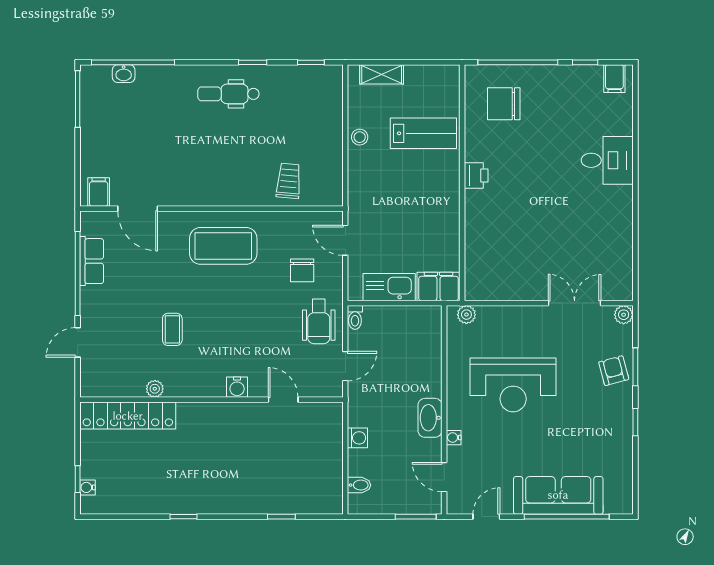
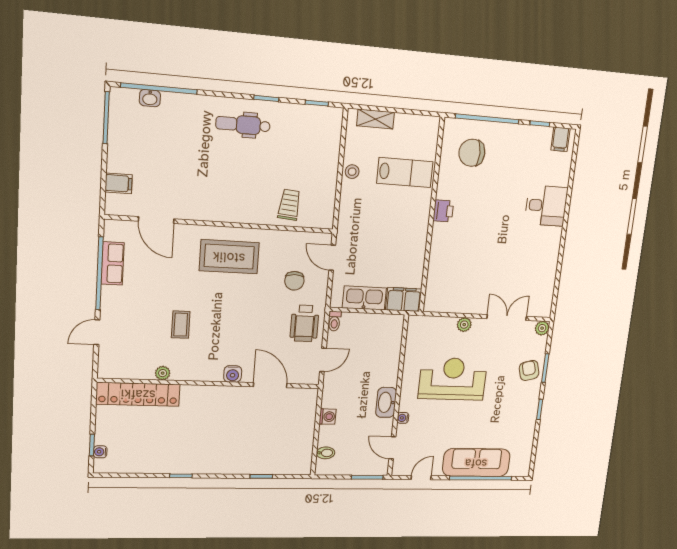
filing cabinet: (99, 192) -> (119, 183), moved, turned 90
plant: (466, 315) -> (464, 325), moved
reception desk: (513, 385) -> (453, 379), turned 180
door: (283, 400) -> (270, 385), width x1.38

